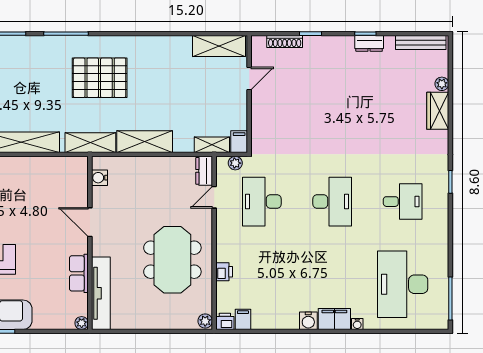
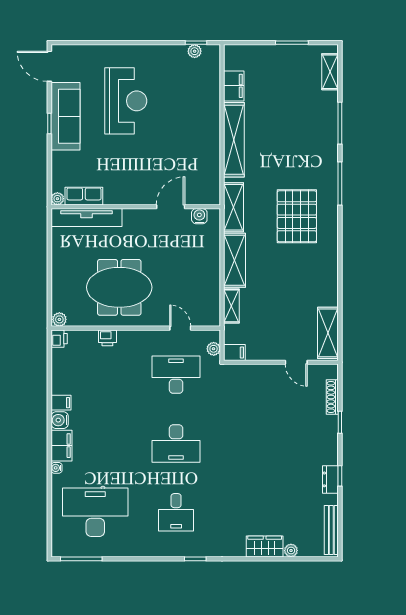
shelving: (212, 145) -> (231, 306), moved
dresser: (204, 171) -> (206, 318), removed
door: (90, 222) -> (171, 207), moved
row of seats: (79, 273) -> (84, 196), moved
filing cabinet: (243, 319) -> (61, 403), moved

